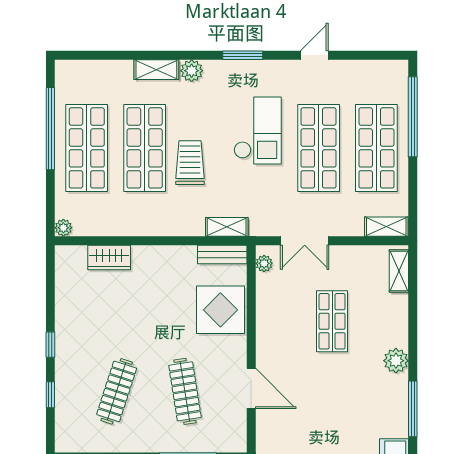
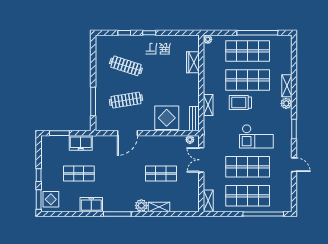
trolley: (190, 163) -> (240, 103), turned 180
shelving: (227, 227) -> (208, 105), moved
shelving: (399, 271) -> (159, 207), moved

